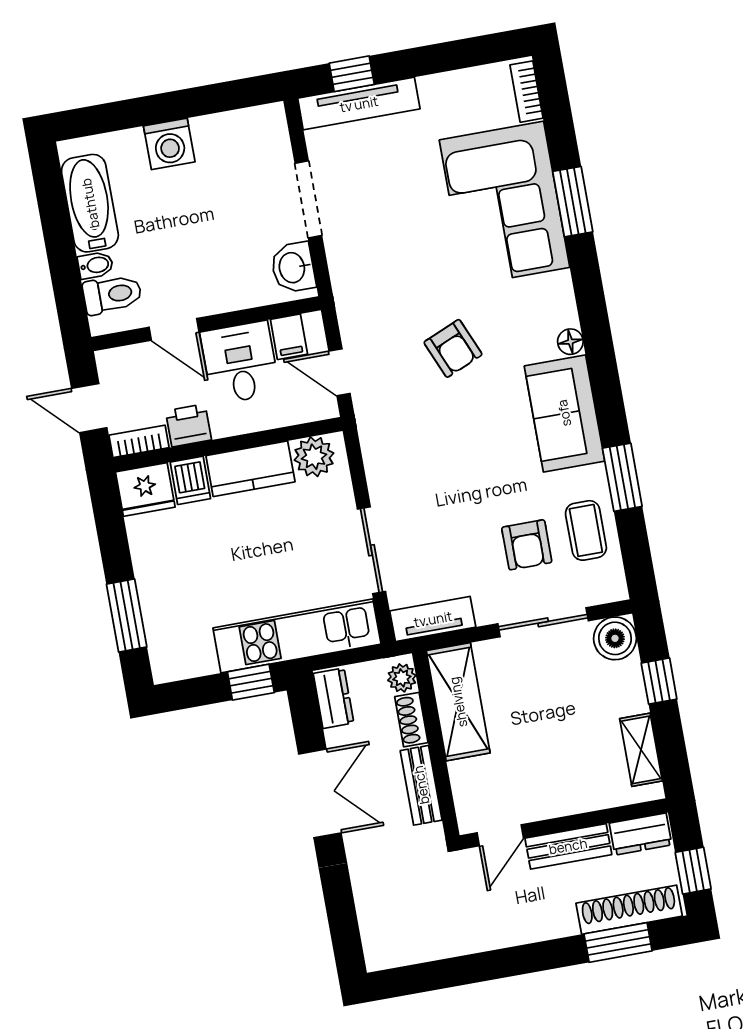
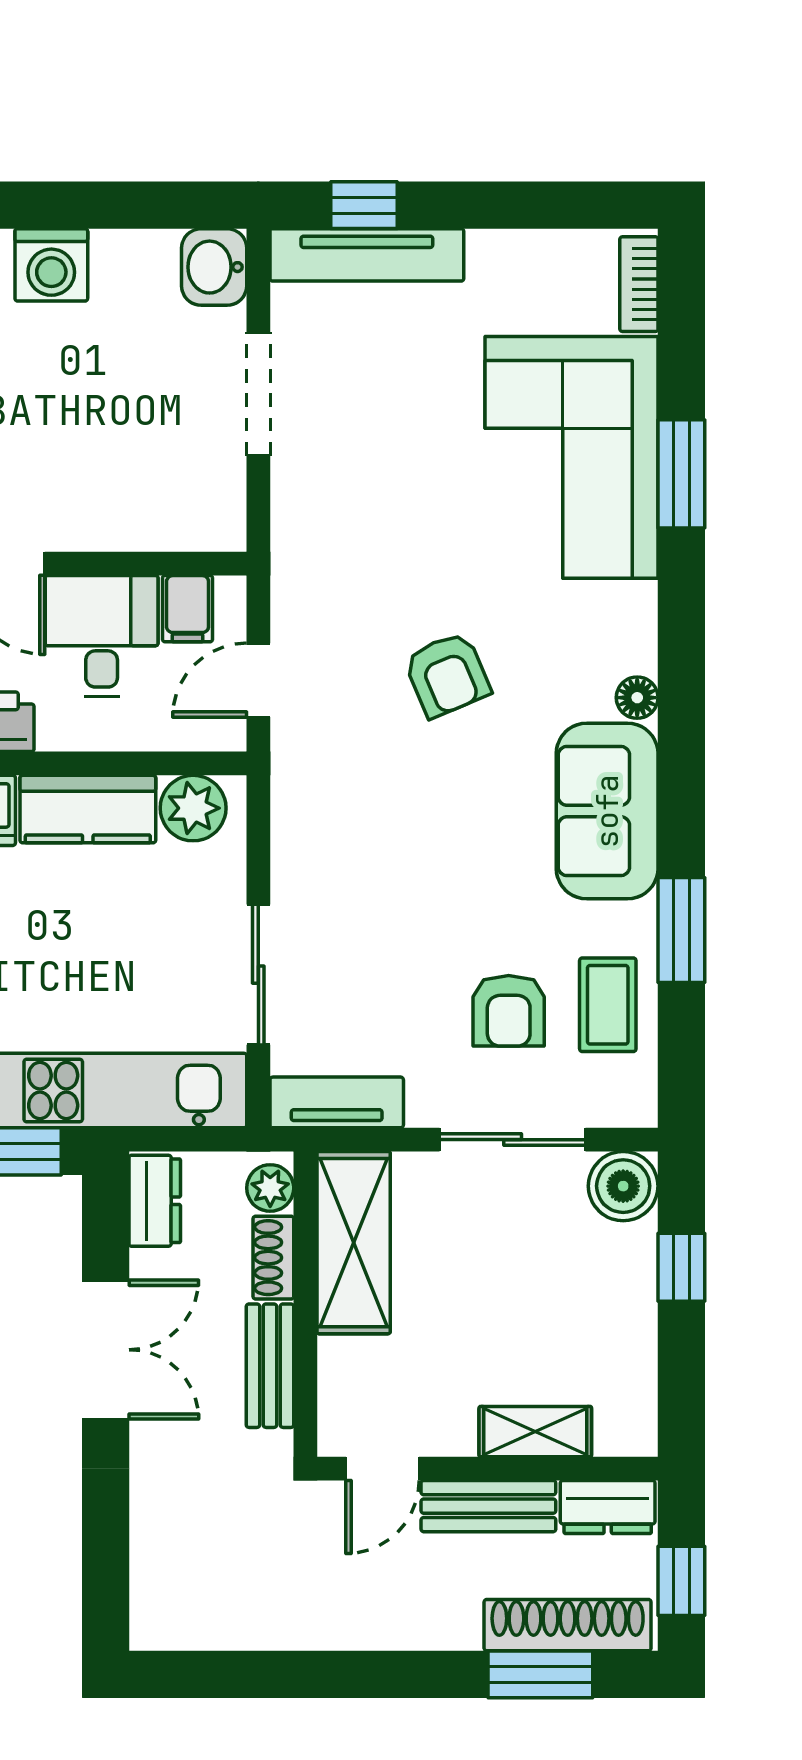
washbasin: (293, 267) -> (214, 267), moved
door: (339, 372) -> (258, 680), hinge flipped
shelving: (641, 750) -> (535, 1432), moved, turned 90

